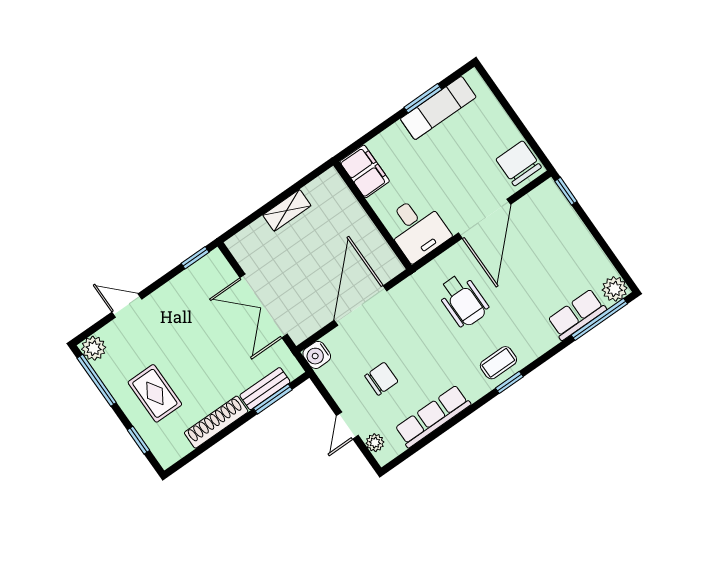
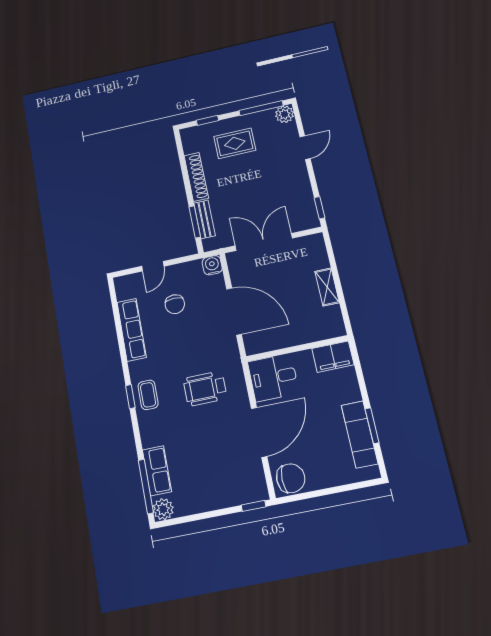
door: (485, 219) -> (259, 432), swing flipped
door: (347, 426) -> (153, 266), swing flipped
plant: (375, 443) -> (132, 281), removed

